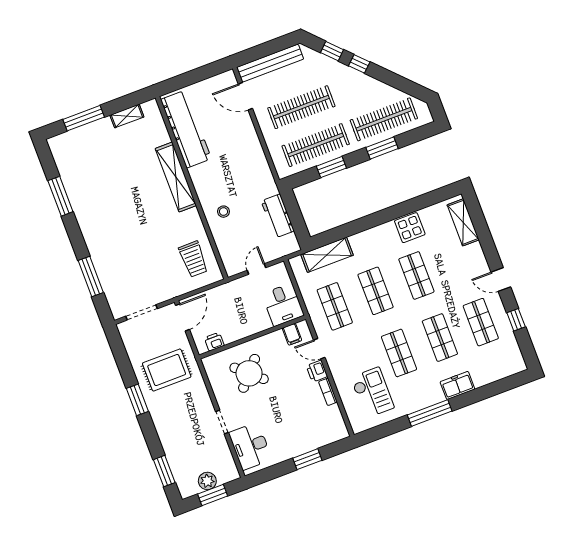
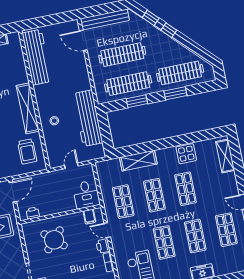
shelving: (176, 177) -> (28, 108), moved
workbench: (278, 216) -> (88, 118), width x1.88, depth x1.32
shelving: (327, 255) -> (138, 161), moved

